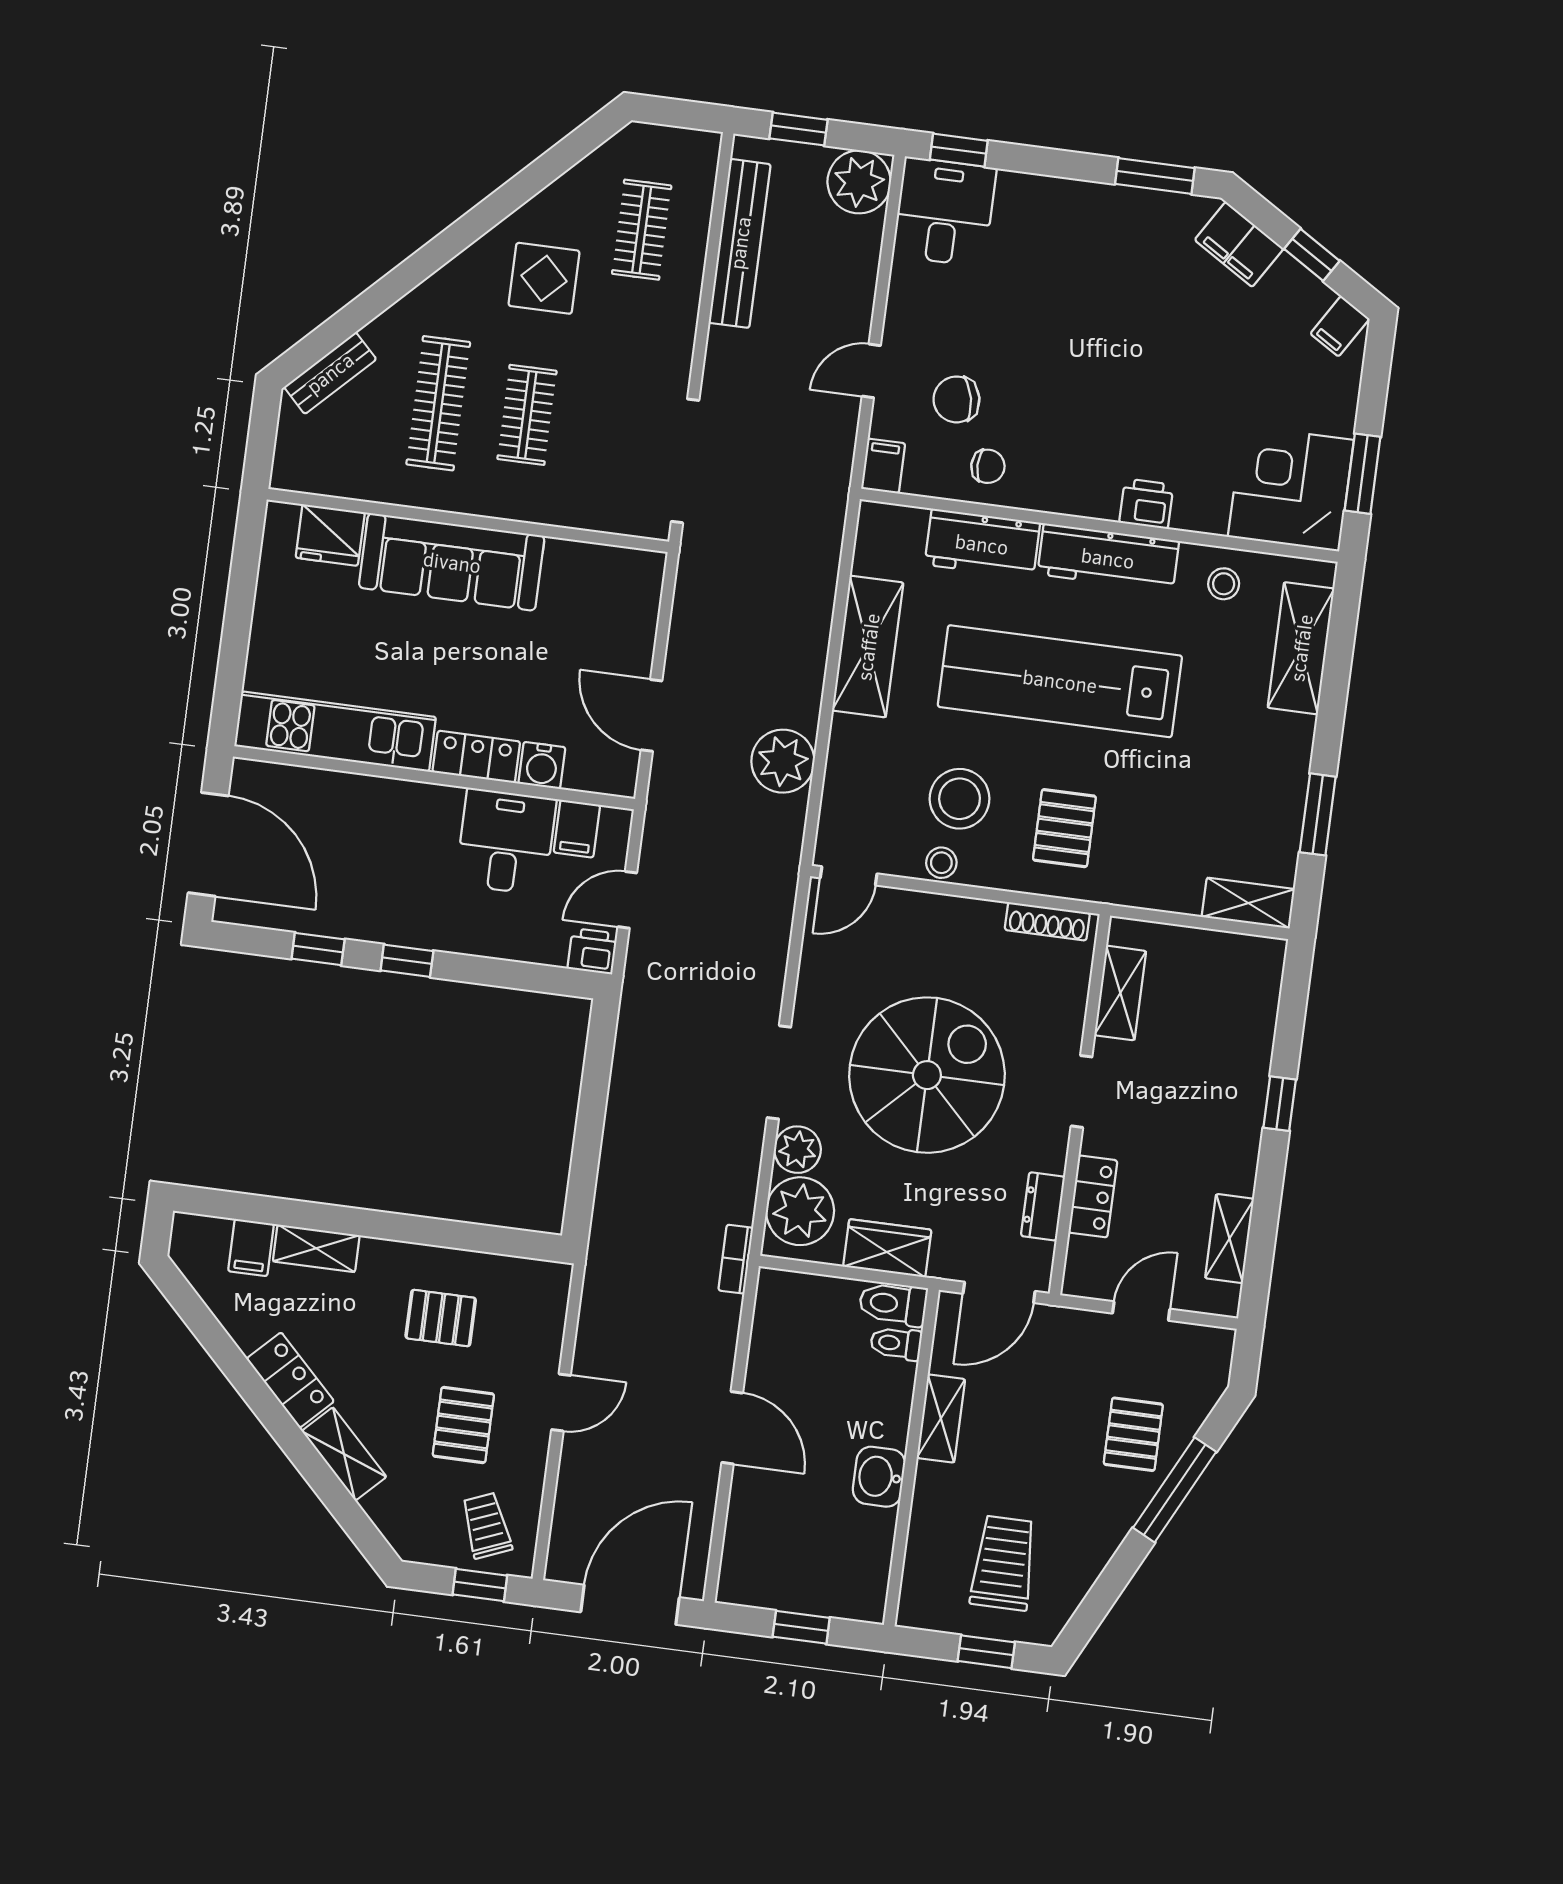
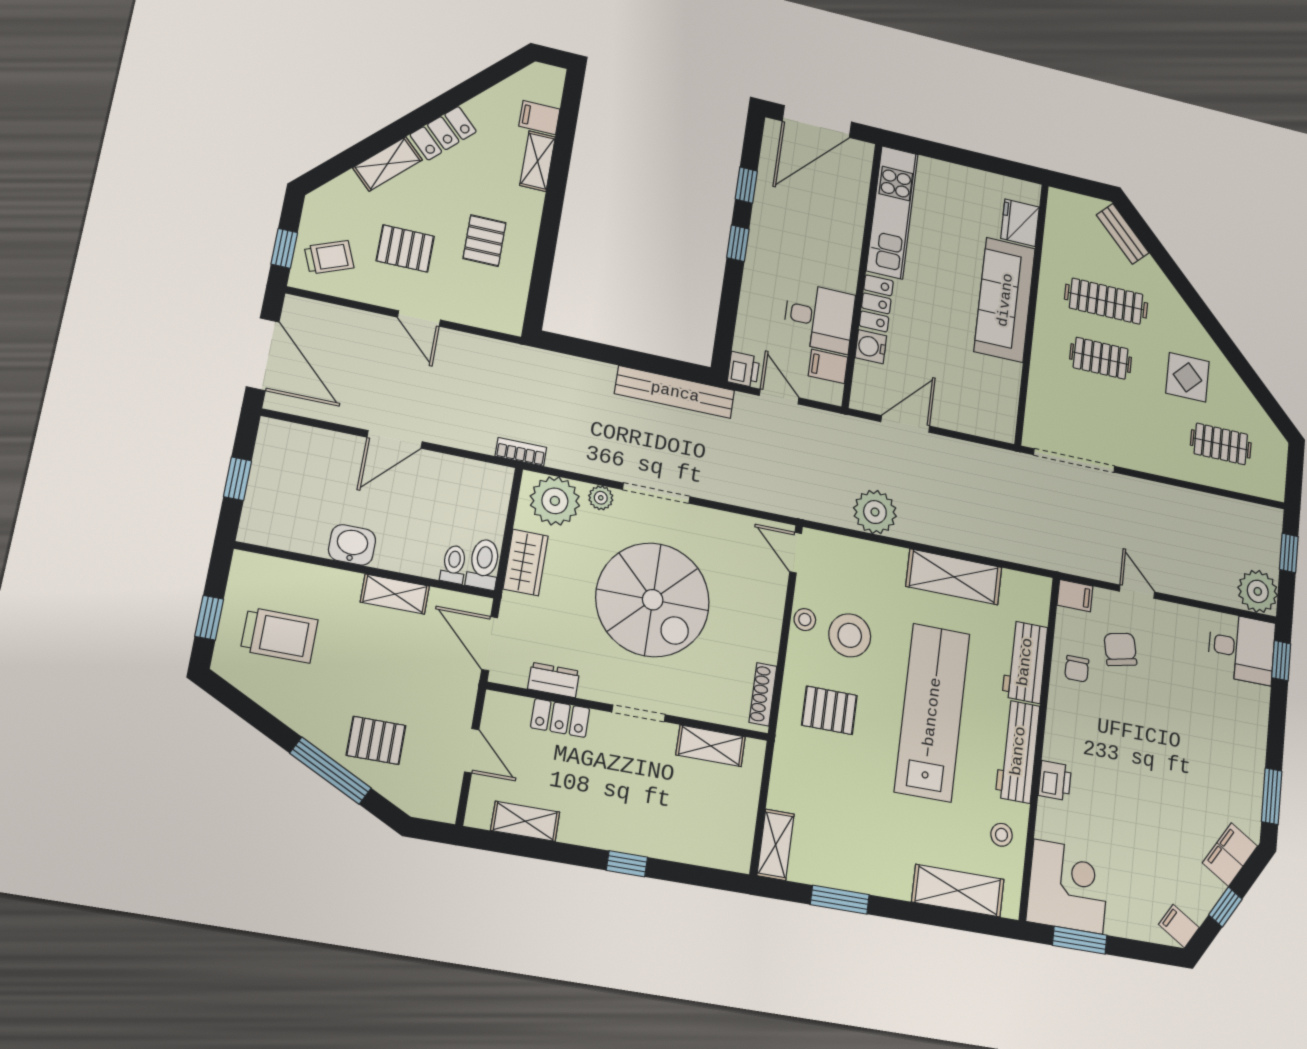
bench: (740, 243) -> (675, 392), moved
plant: (797, 1150) -> (601, 498), width x0.73, depth x0.73

